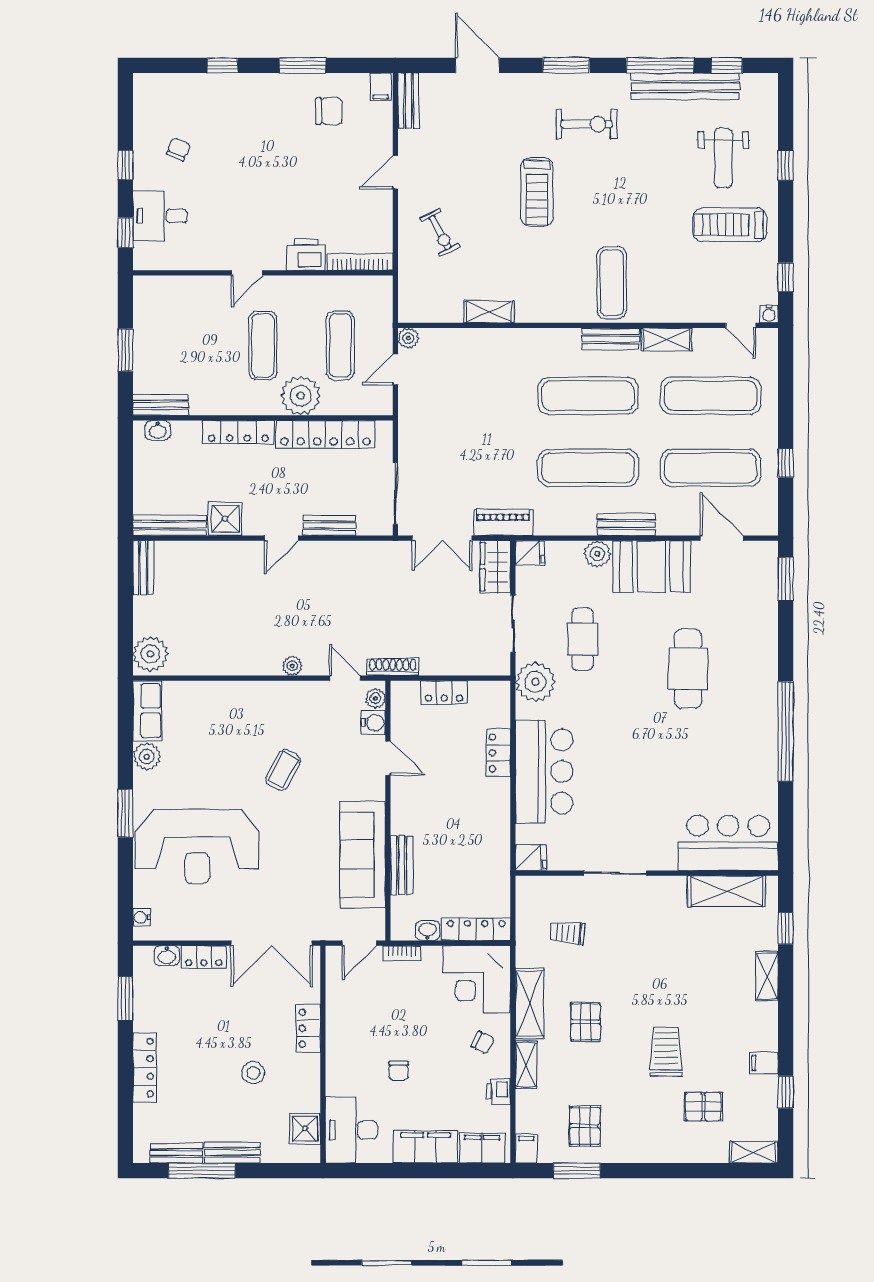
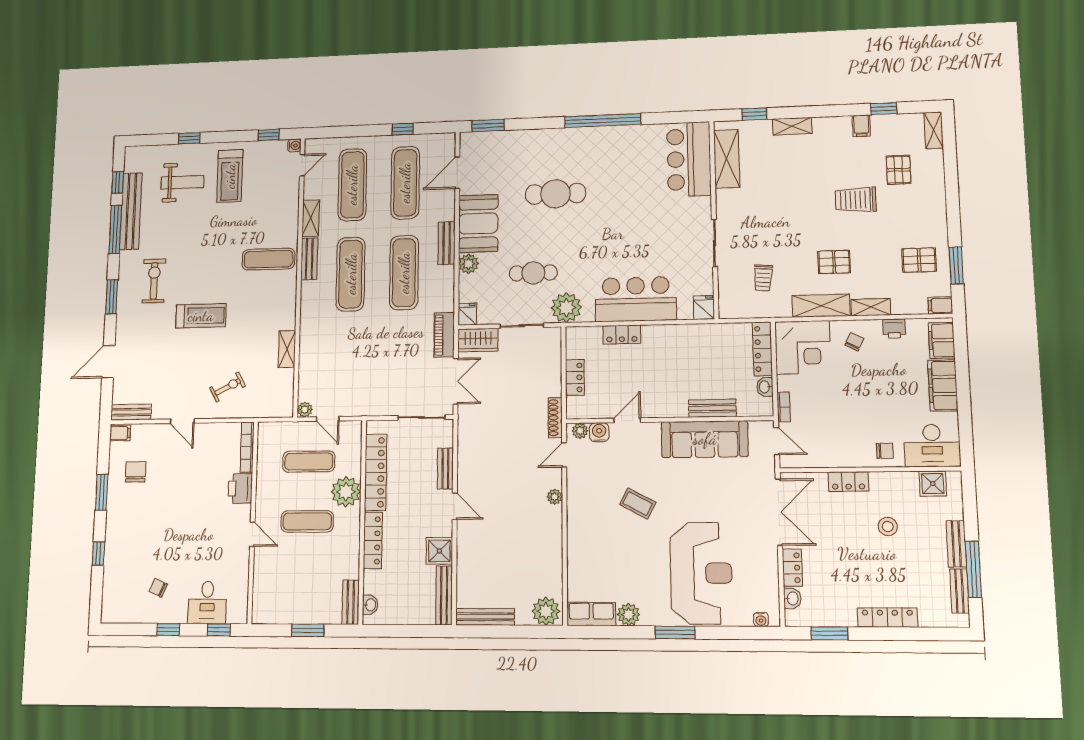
bench: (143, 568) -> (485, 617), width x1.36
chair: (399, 1071) -> (885, 451), moved

